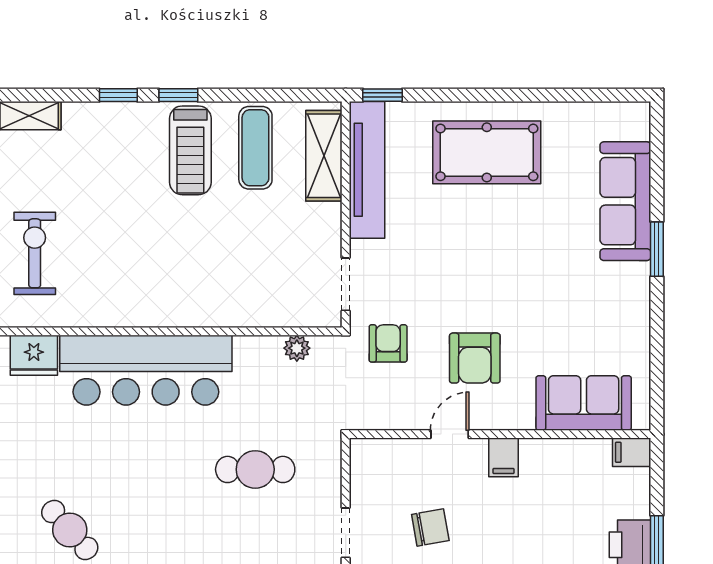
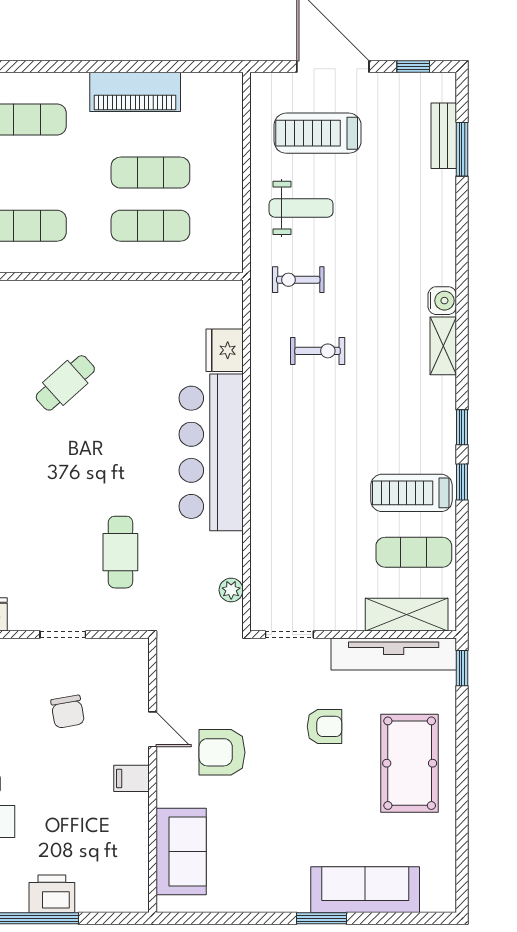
exercise bike: (35, 253) -> (318, 351), width x0.73, depth x0.72
armchair: (388, 343) -> (324, 726), moved
filing cabinet: (632, 452) -> (136, 895), removed

